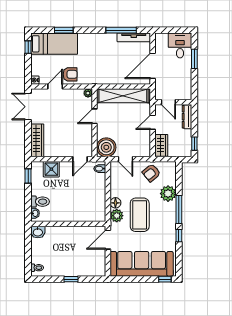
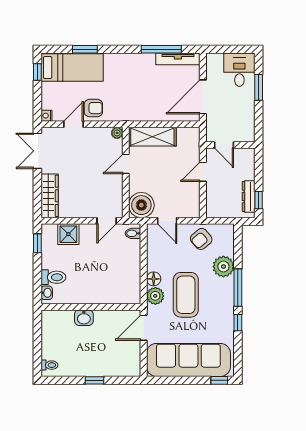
shelving: (123, 96) -> (152, 137), width x0.68
dresser: (187, 117) -> (249, 196), moved
wardrobe: (161, 145) -> (214, 202), removed
washbasin: (38, 232) -> (84, 318), moved

